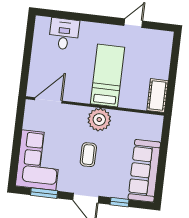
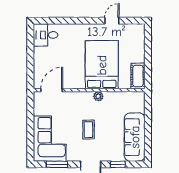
desk: (64, 34) -> (46, 35), moved, turned -90
bed: (108, 75) -> (102, 65), width x1.50
plant: (99, 120) -> (98, 96), width x0.53, depth x0.53

